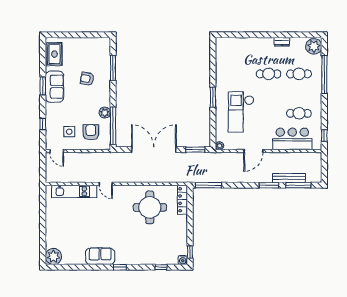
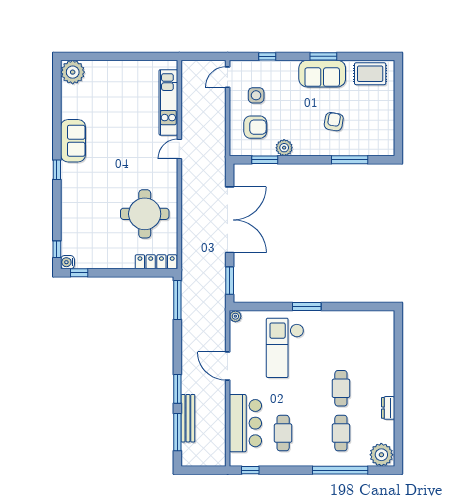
checkout: (241, 112) -> (285, 348), turned -90
window: (113, 126) -> (265, 160), width x0.47
window: (161, 267) -> (57, 249), moved

